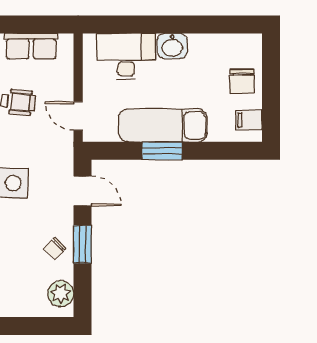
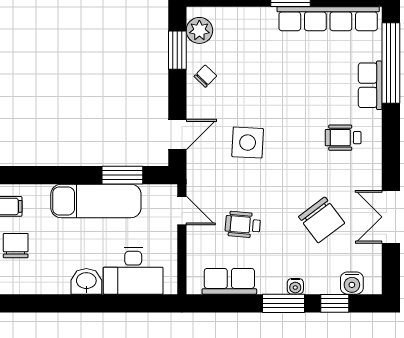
window: (162, 151) -> (122, 175), moved
door: (83, 191) -> (177, 134), swing flipped
window: (83, 244) -> (177, 50), moved

